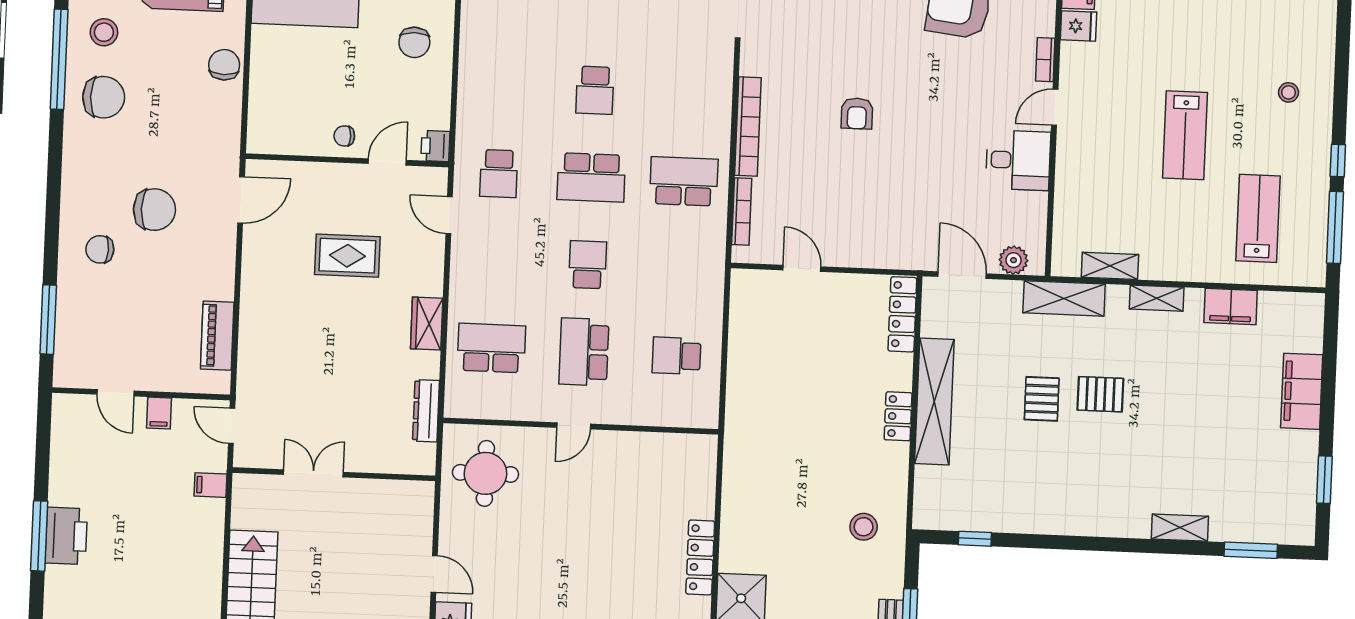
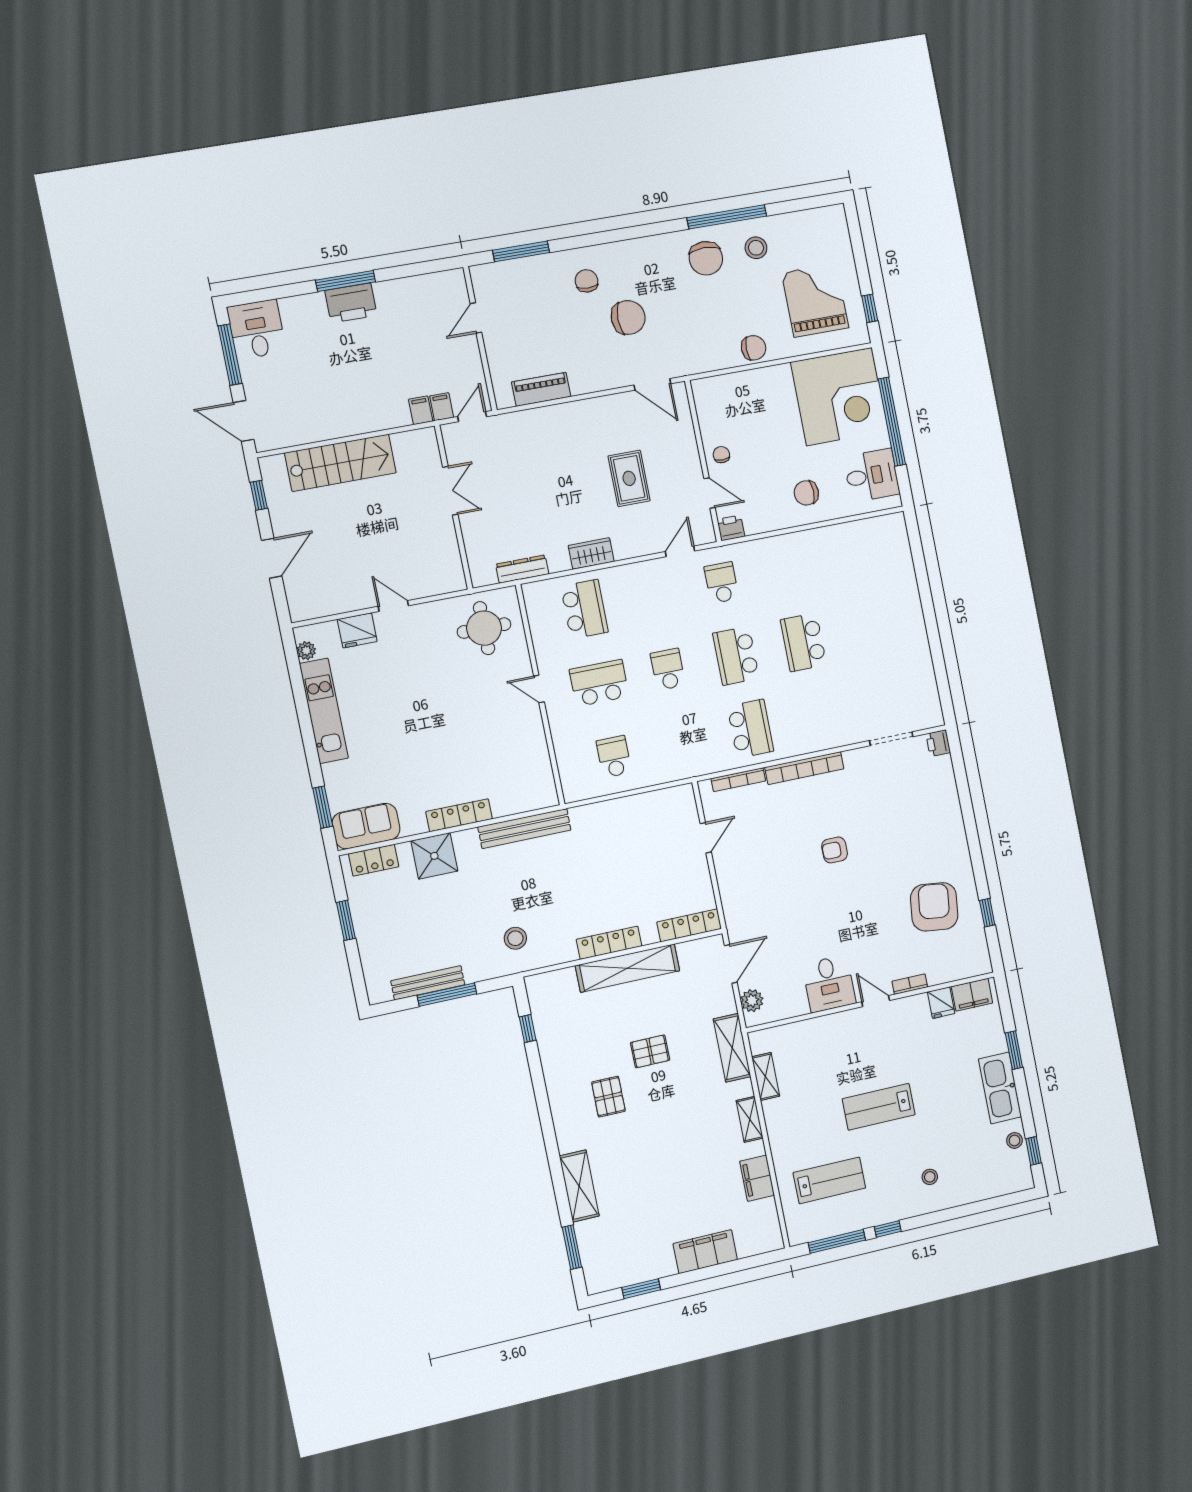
school desk: (595, 90) -> (803, 642), width x1.85
school desk: (499, 174) -> (722, 583), turned 90
chair: (154, 210) -> (628, 317), turned -90
school desk: (588, 265) -> (668, 669), turned -90
pallet: (1100, 394) -> (608, 1097), moved
filing cabinet: (159, 413) -> (442, 407), moved, turned 90
locker: (898, 416) -> (609, 943), width x1.53
bench: (736, 484) -> (525, 828), added
shelving: (1180, 528) -> (579, 1186), width x1.50, depth x1.33
door: (434, 574) -> (393, 606), swing flipped

